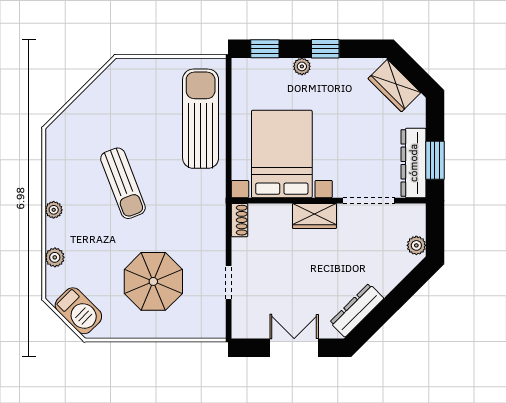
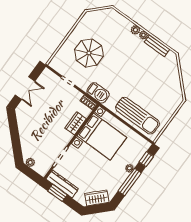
window: (325, 49) -> (130, 182), width x2.17
bench: (55, 173) -> (157, 46), added
sun lounger: (123, 183) -> (134, 69), removed
wardrobe: (314, 216) -> (76, 123), moved
plant: (55, 257) -> (136, 30), moved
dresser: (357, 310) -> (22, 122), removed
barbecue: (78, 311) -> (98, 93), moved, turned -135

